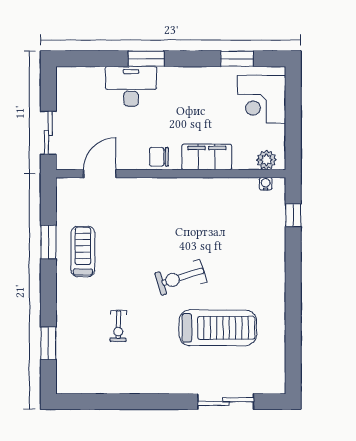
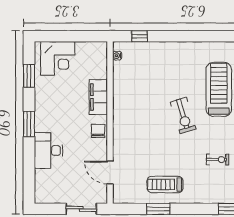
window: (146, 59) -> (29, 124), moved
chair: (159, 157) -> (98, 131), turned 180
plant: (266, 160) -> (100, 55), removed

